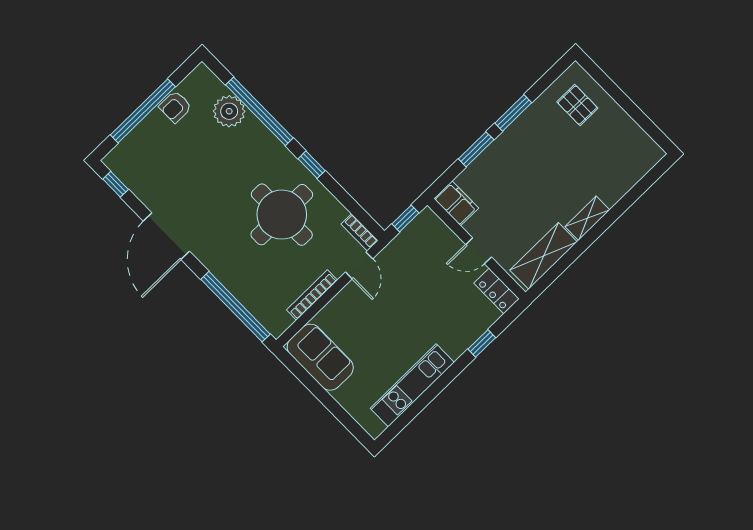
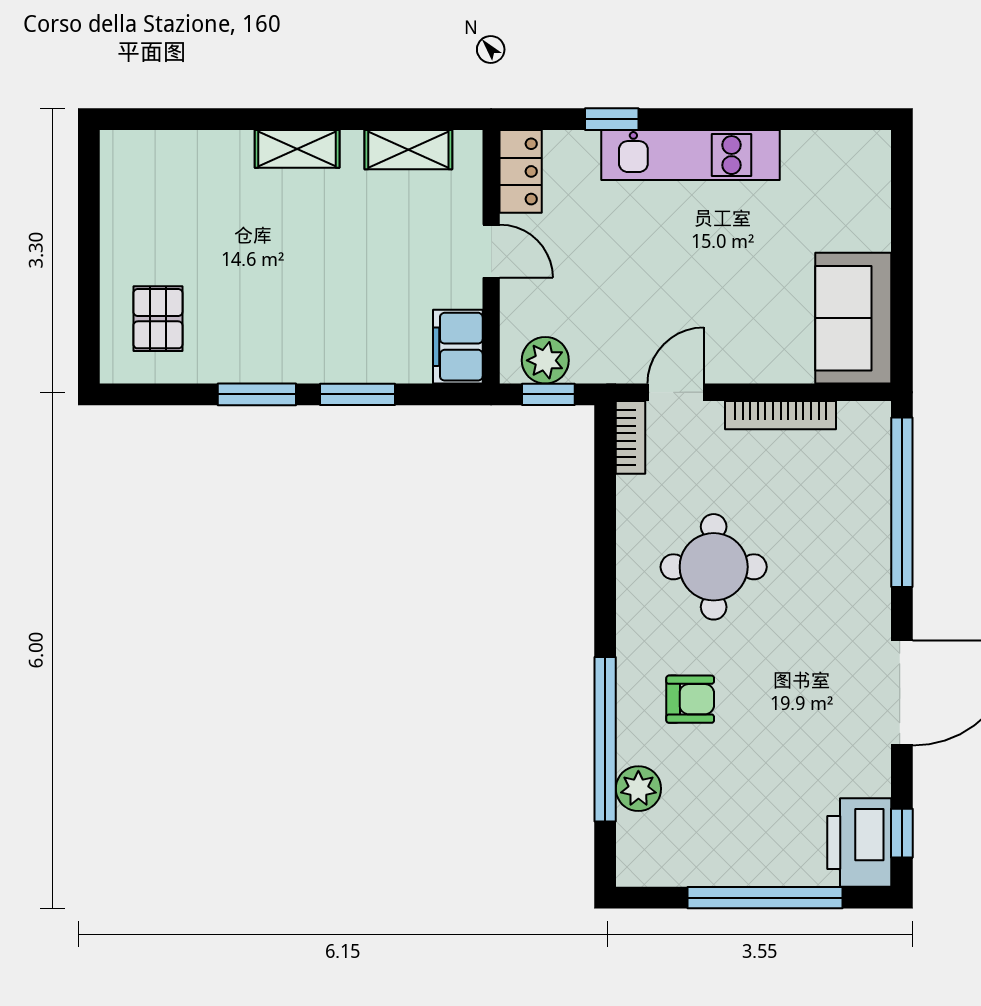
armchair: (175, 107) -> (690, 699), moved
plant: (229, 111) -> (638, 789), width x0.73, depth x0.73
printer: (128, 165) -> (859, 843), added
window: (312, 165) -> (605, 595), removed
round table: (282, 215) -> (714, 567), width x0.73, depth x0.73
plant: (419, 230) -> (545, 360), added
shelving: (544, 256) -> (408, 150), width x0.67, depth x0.75
kitchen unit: (412, 385) -> (690, 155), moved

